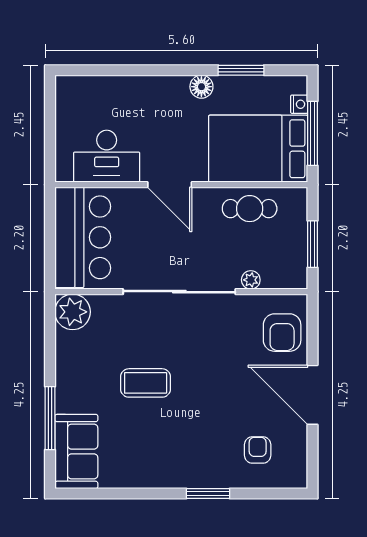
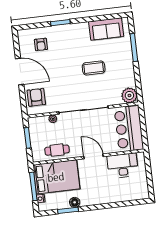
floor lamp: (201, 87) -> (75, 202), moved
sofa: (76, 451) -> (106, 29), moved, turned -90

